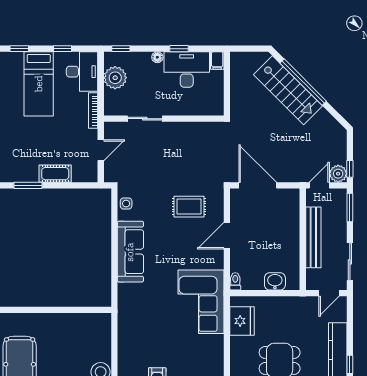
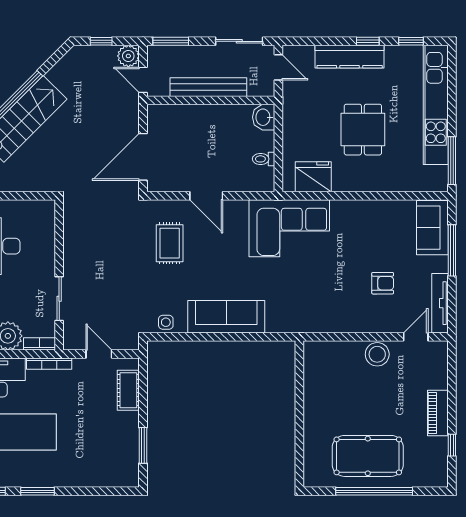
bookcase: (109, 103) -> (39, 344), added
window: (350, 169) -> (101, 41), moved
cot: (55, 174) -> (128, 390), moved
toilet: (235, 281) -> (264, 159), moved
washbasin: (275, 281) -> (264, 117), moved

